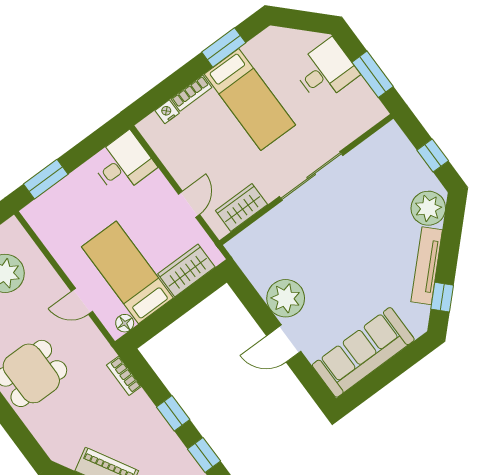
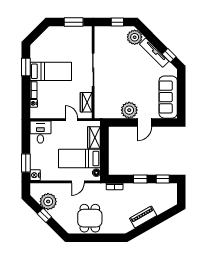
desk: (326, 71) -> (60, 38), removed
nightstand: (36, 213) -> (35, 175), added

